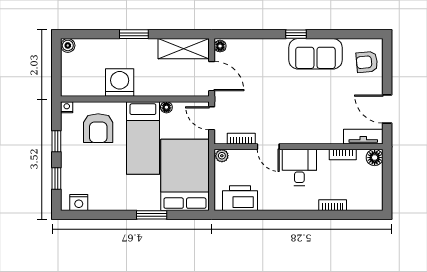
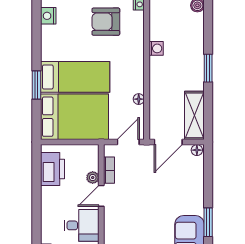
window: (296, 34) -> (208, 222), width x1.50
washing machine: (120, 82) -> (156, 48), width x0.53, depth x0.53
armchair: (98, 128) -> (106, 22), moved
bed: (143, 138) -> (75, 77), moved, turned 180
plant: (222, 156) -> (93, 178), moved

